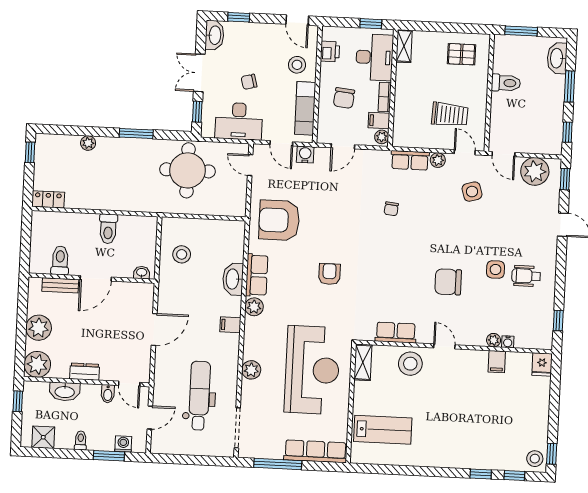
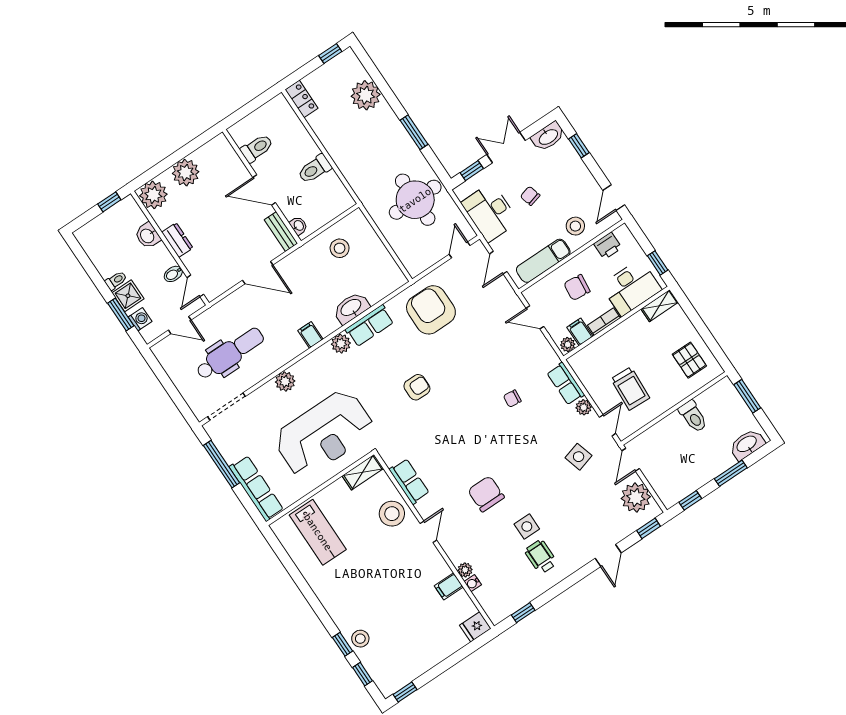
plant: (88, 143) -> (366, 95), width x1.88, depth x1.88
water cooler: (305, 154) -> (504, 290), removed
bench: (60, 285) -> (281, 232), moved
washbasin: (65, 392) -> (148, 236), width x0.72
shower: (43, 437) -> (128, 296), moved
stool: (535, 459) -> (360, 639), moved

